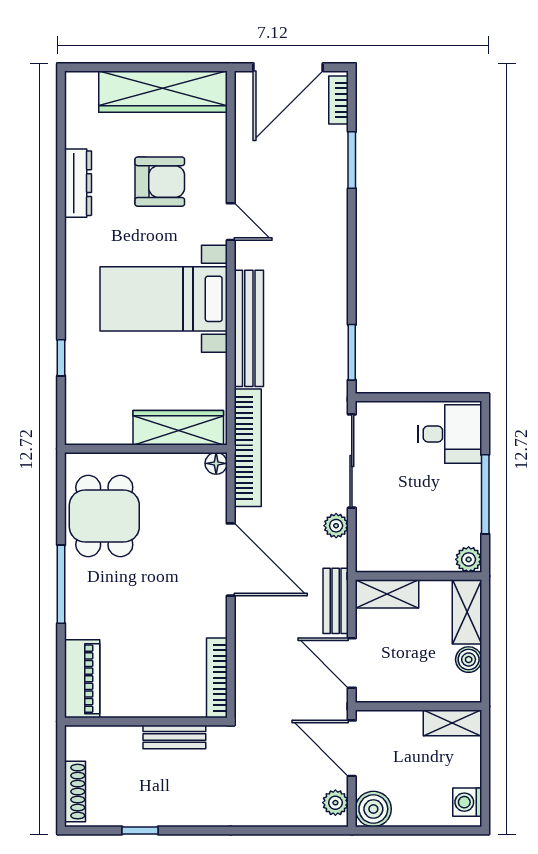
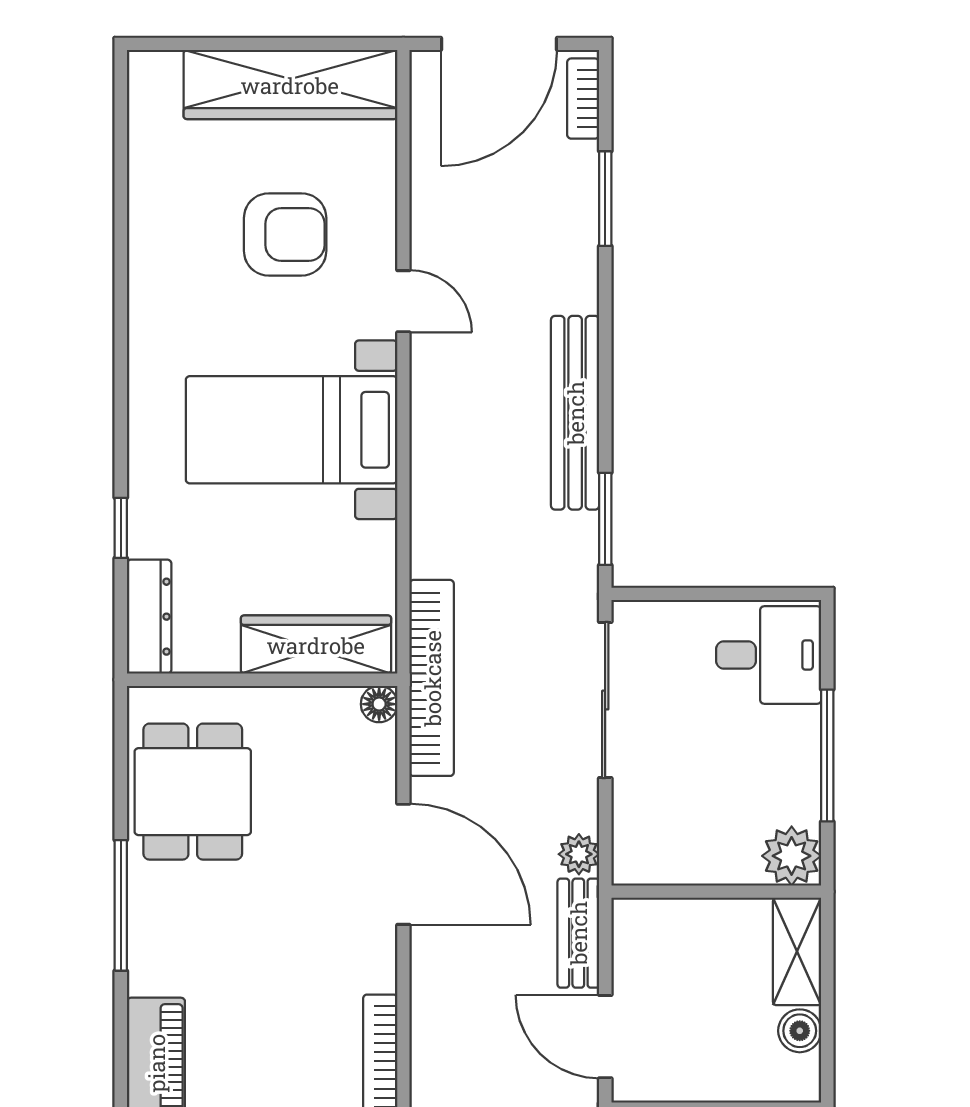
dresser: (78, 183) -> (149, 617), moved
bench: (249, 328) -> (575, 413), moved
plant: (336, 526) -> (579, 854), moved
plant: (469, 559) -> (792, 856), width x1.38, depth x1.38
shelving: (387, 594) -> (664, 921), removed

